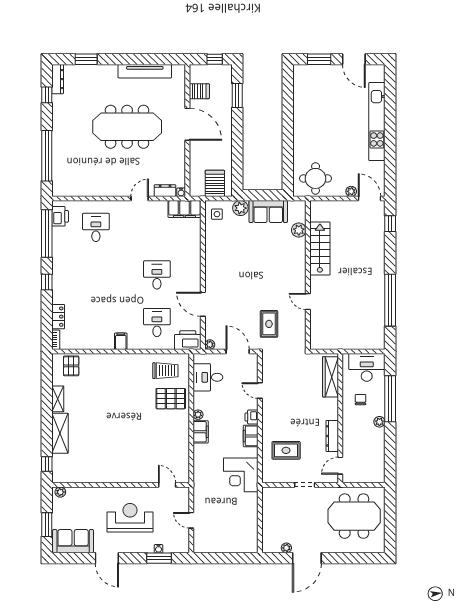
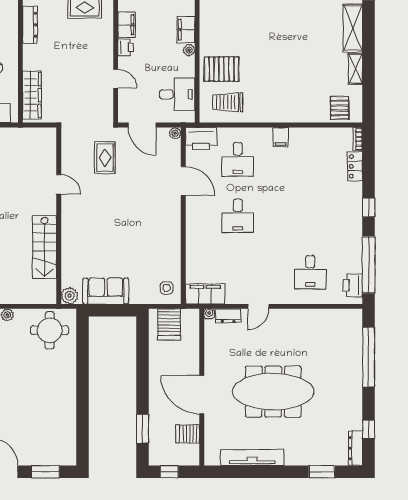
plant: (240, 208) -> (139, 295), removed
plant: (299, 230) -> (70, 296), moved

